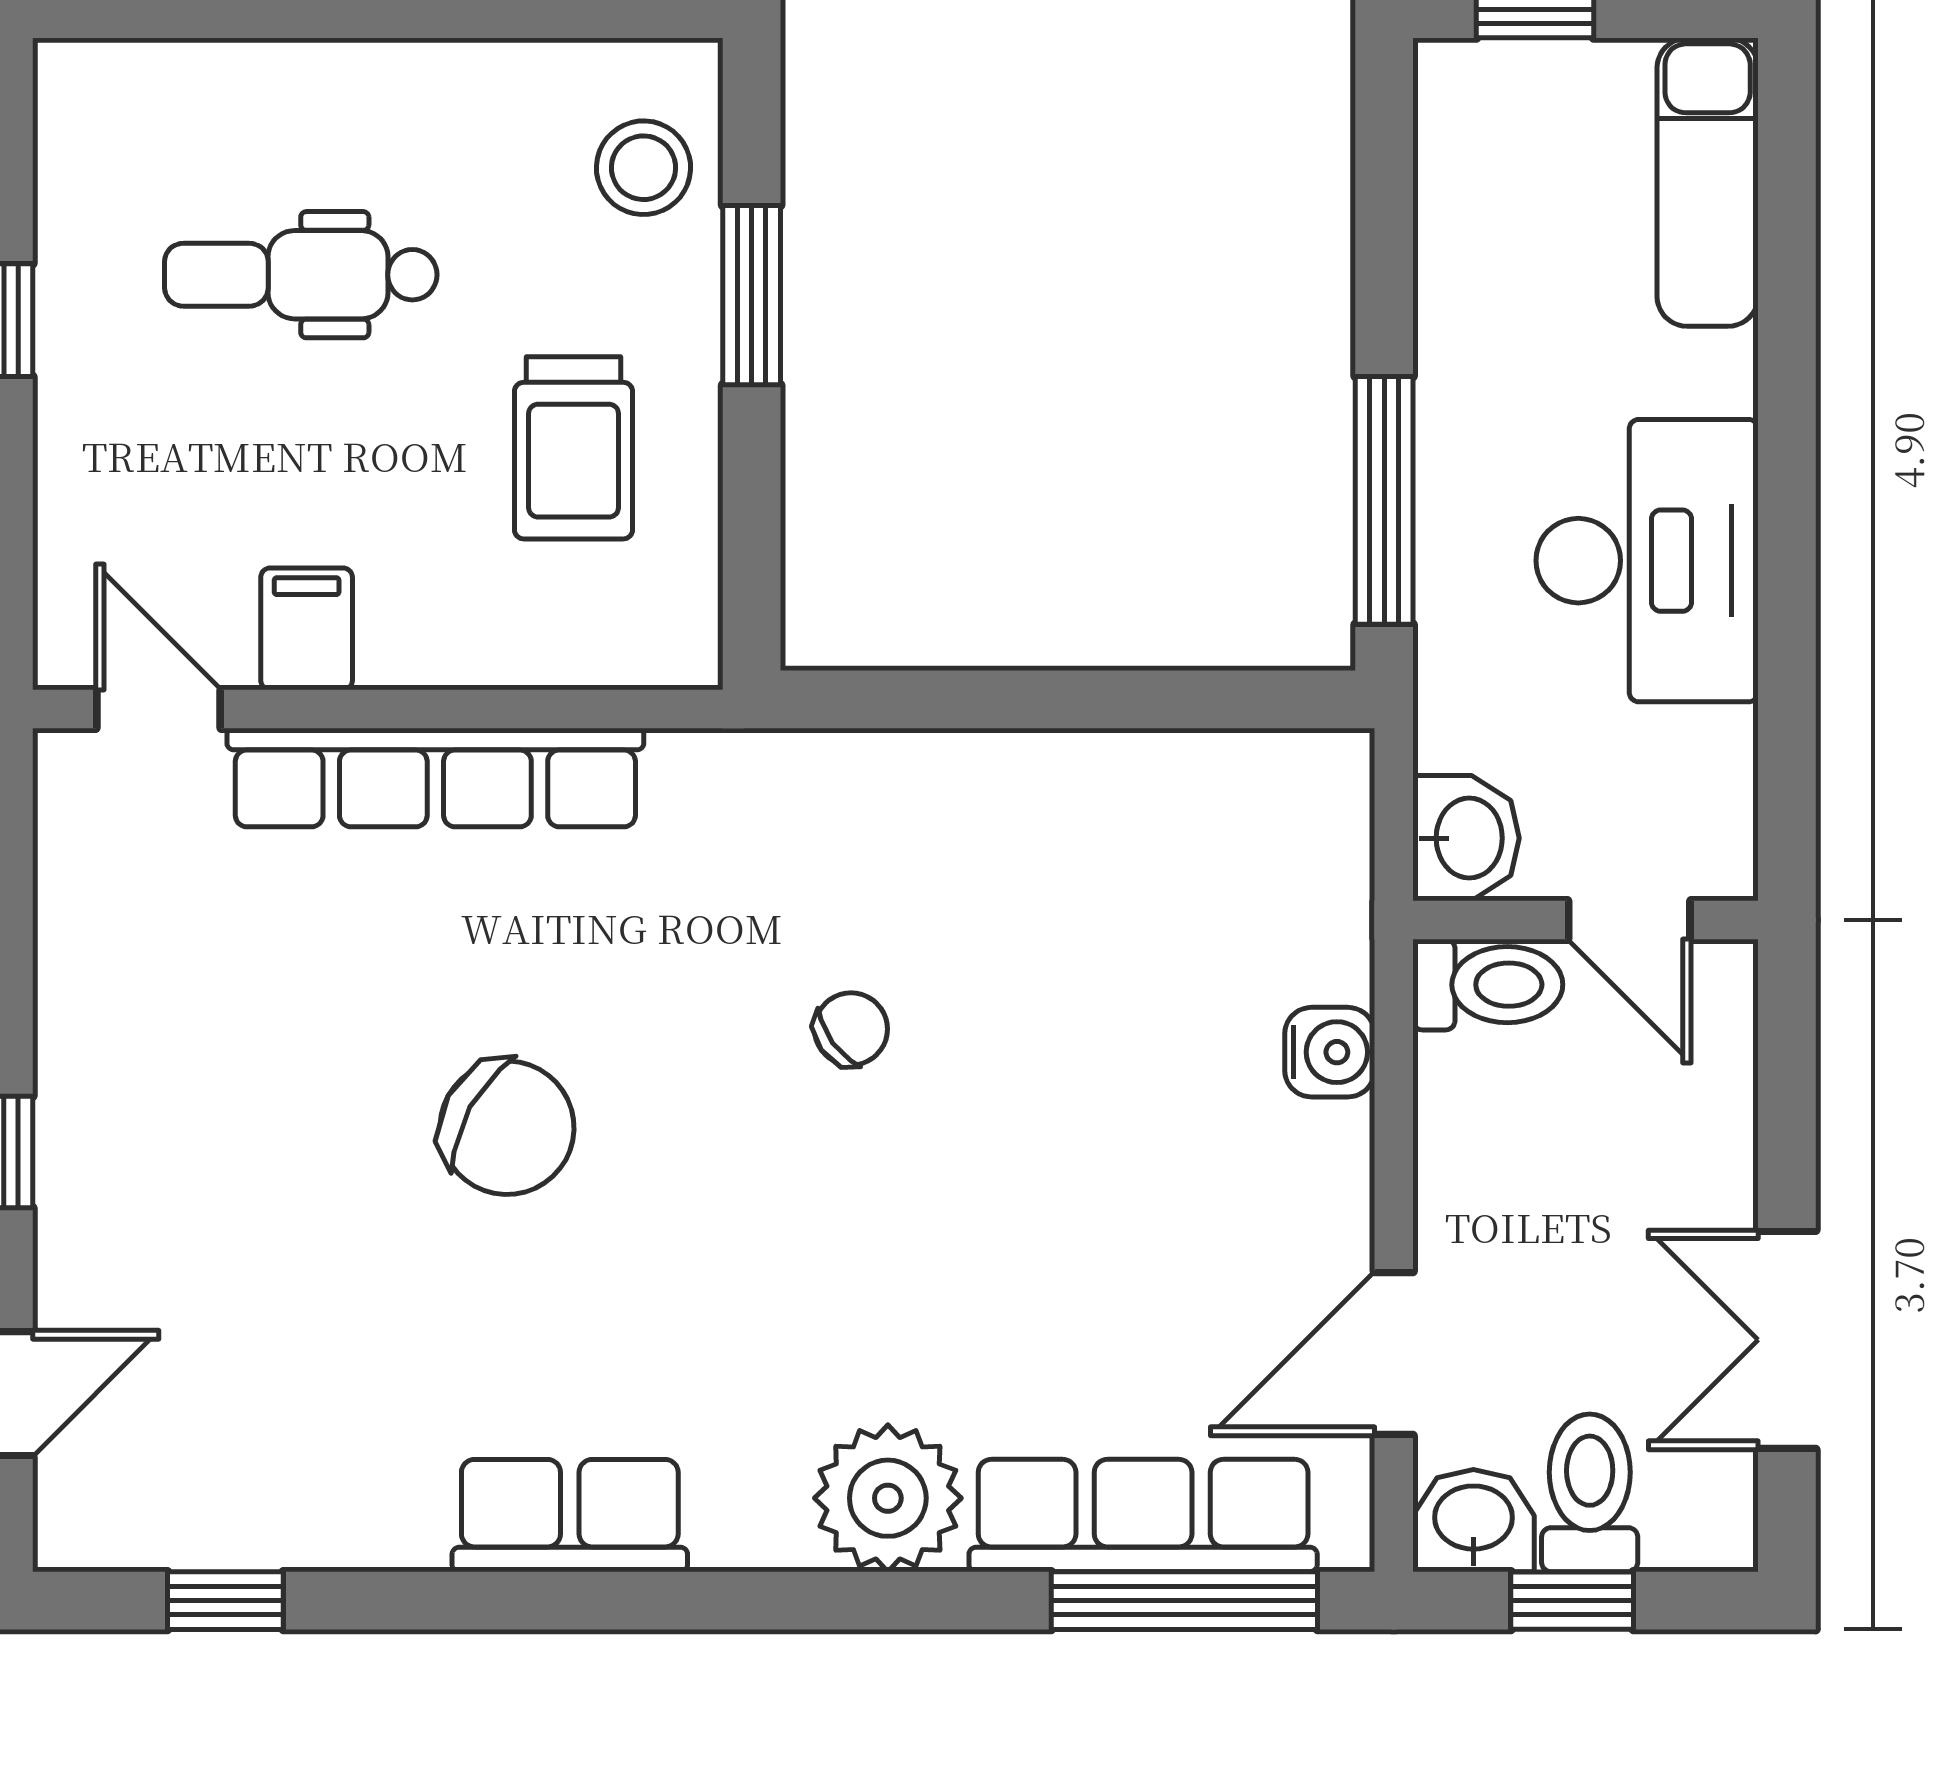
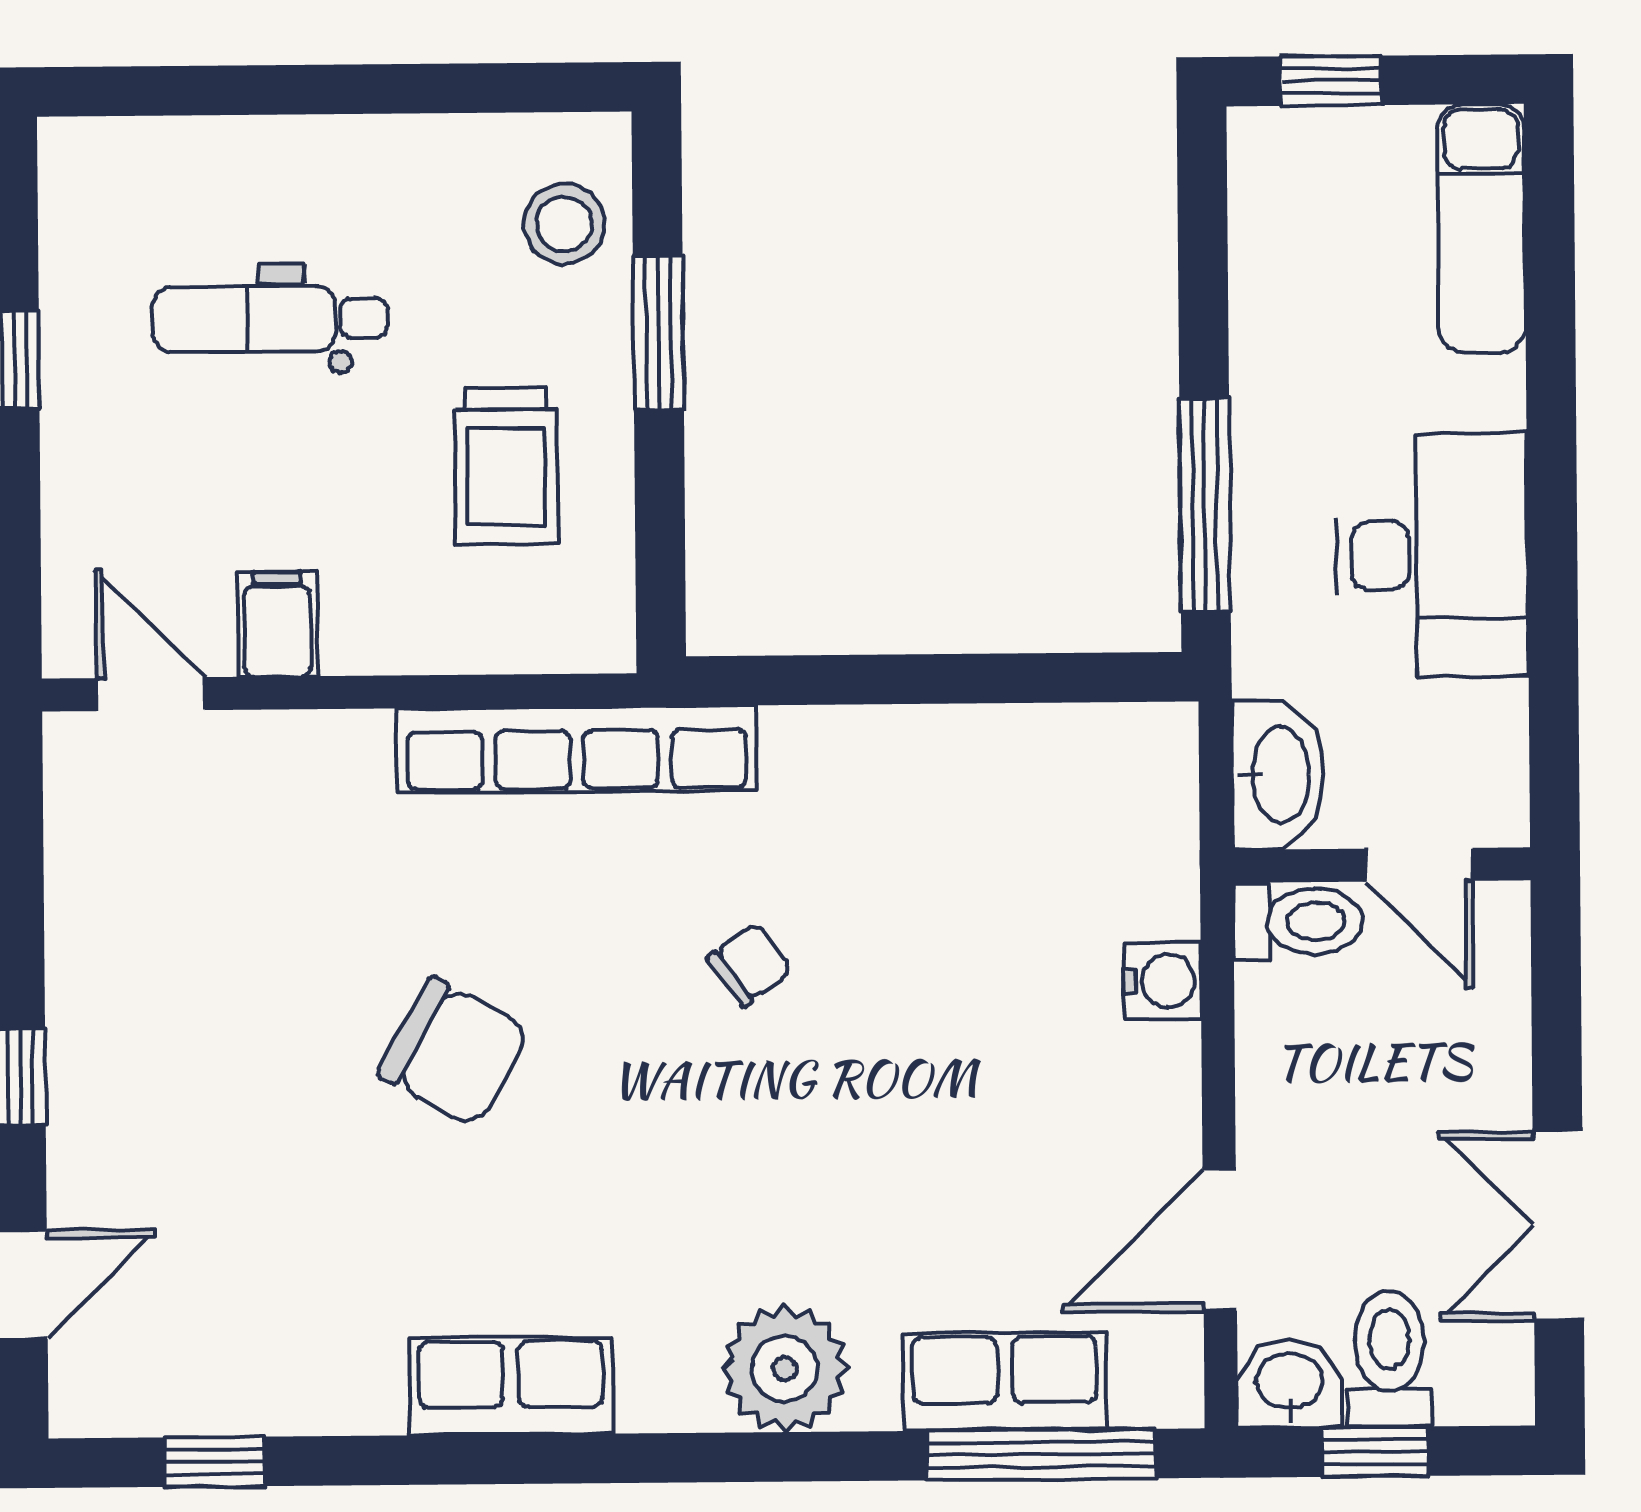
row of seats: (435, 778) -> (577, 749), moved
washbasin: (1466, 838) -> (1278, 775), width x1.38
row of seats: (1143, 1516) -> (1005, 1382), width x0.68

